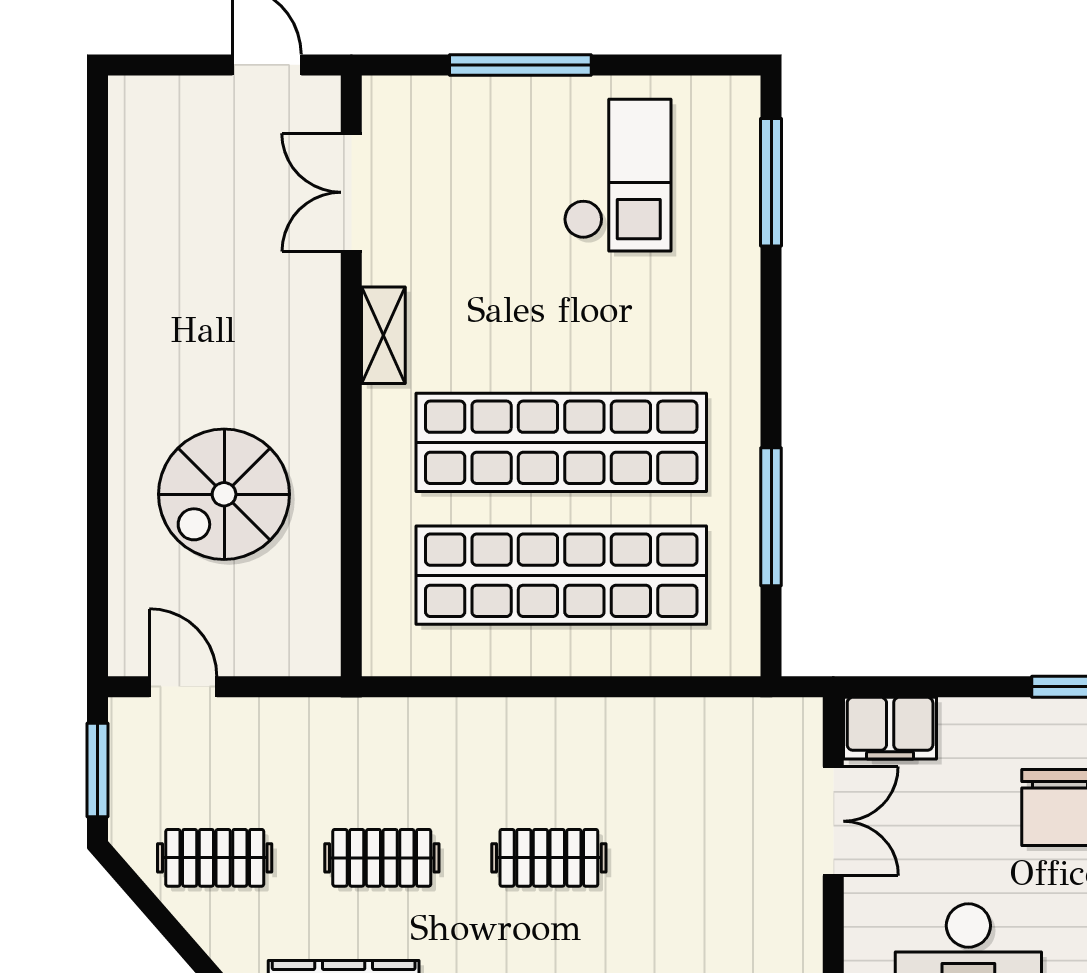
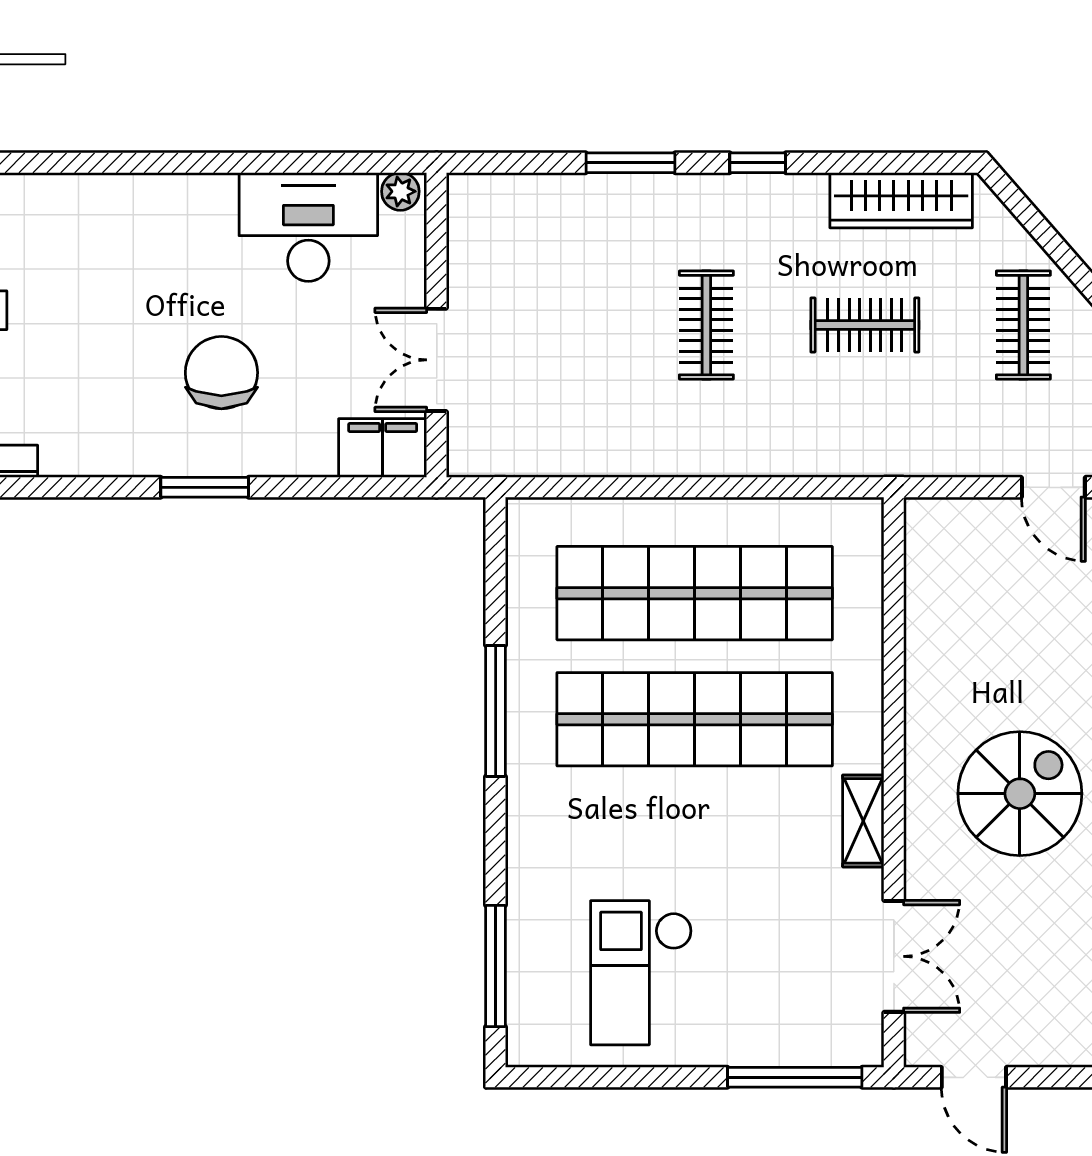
window: (520, 65) -> (795, 1077), moved
spiral stairs: (224, 494) -> (1020, 794), moved
window: (771, 517) -> (496, 711), moved
clothes rail: (215, 858) -> (1023, 325), turned 90
clothes rail: (549, 858) -> (706, 325), turned 90

